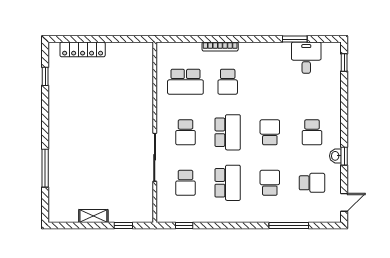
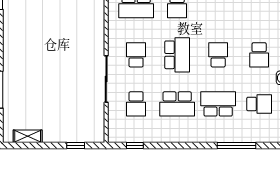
school desk: (185, 132) -> (136, 55), turned 180
school desk: (228, 183) -> (177, 104), turned 90
school desk: (270, 183) -> (218, 104), width x1.85
shelving: (93, 216) -> (28, 136), moved

